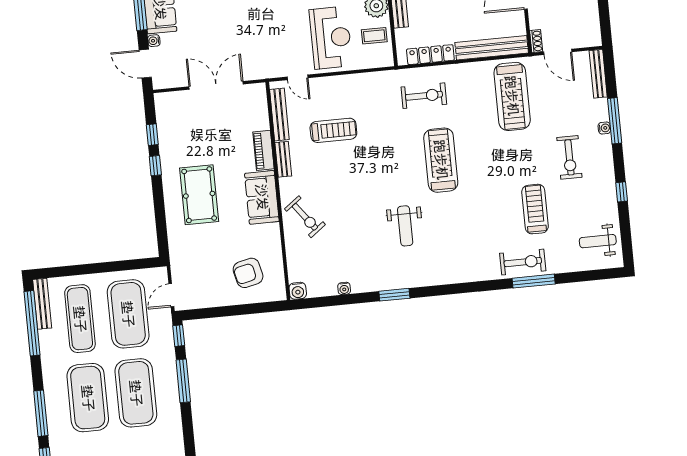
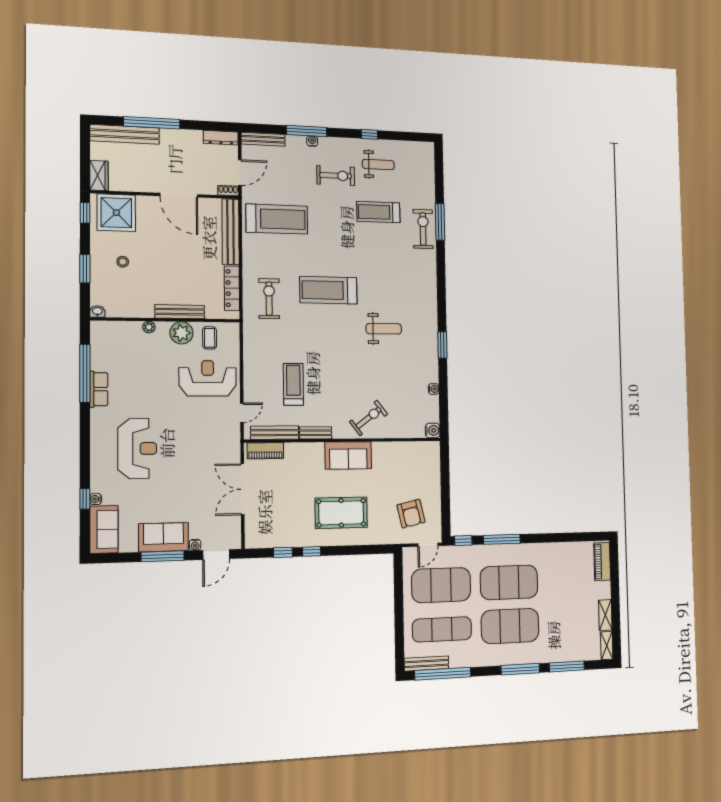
dresser: (593, 28) -> (221, 138), added
piano: (263, 150) -> (265, 451), moved
weight bench: (598, 241) -> (378, 164), moved, turned -90
armchair: (248, 273) -> (411, 514), moved
door: (171, 295) -> (428, 545), hinge flipped

